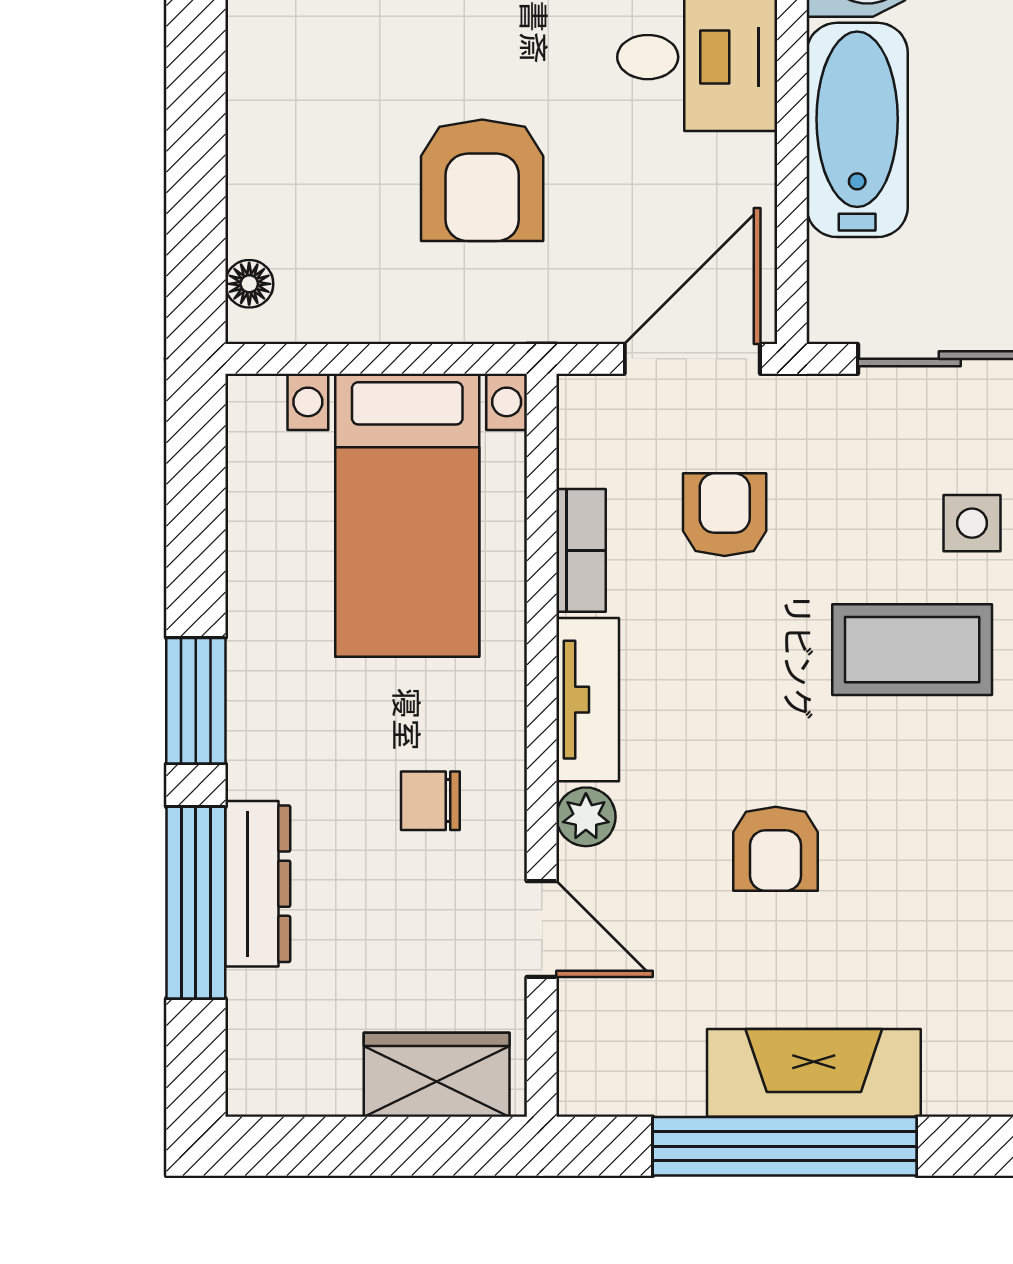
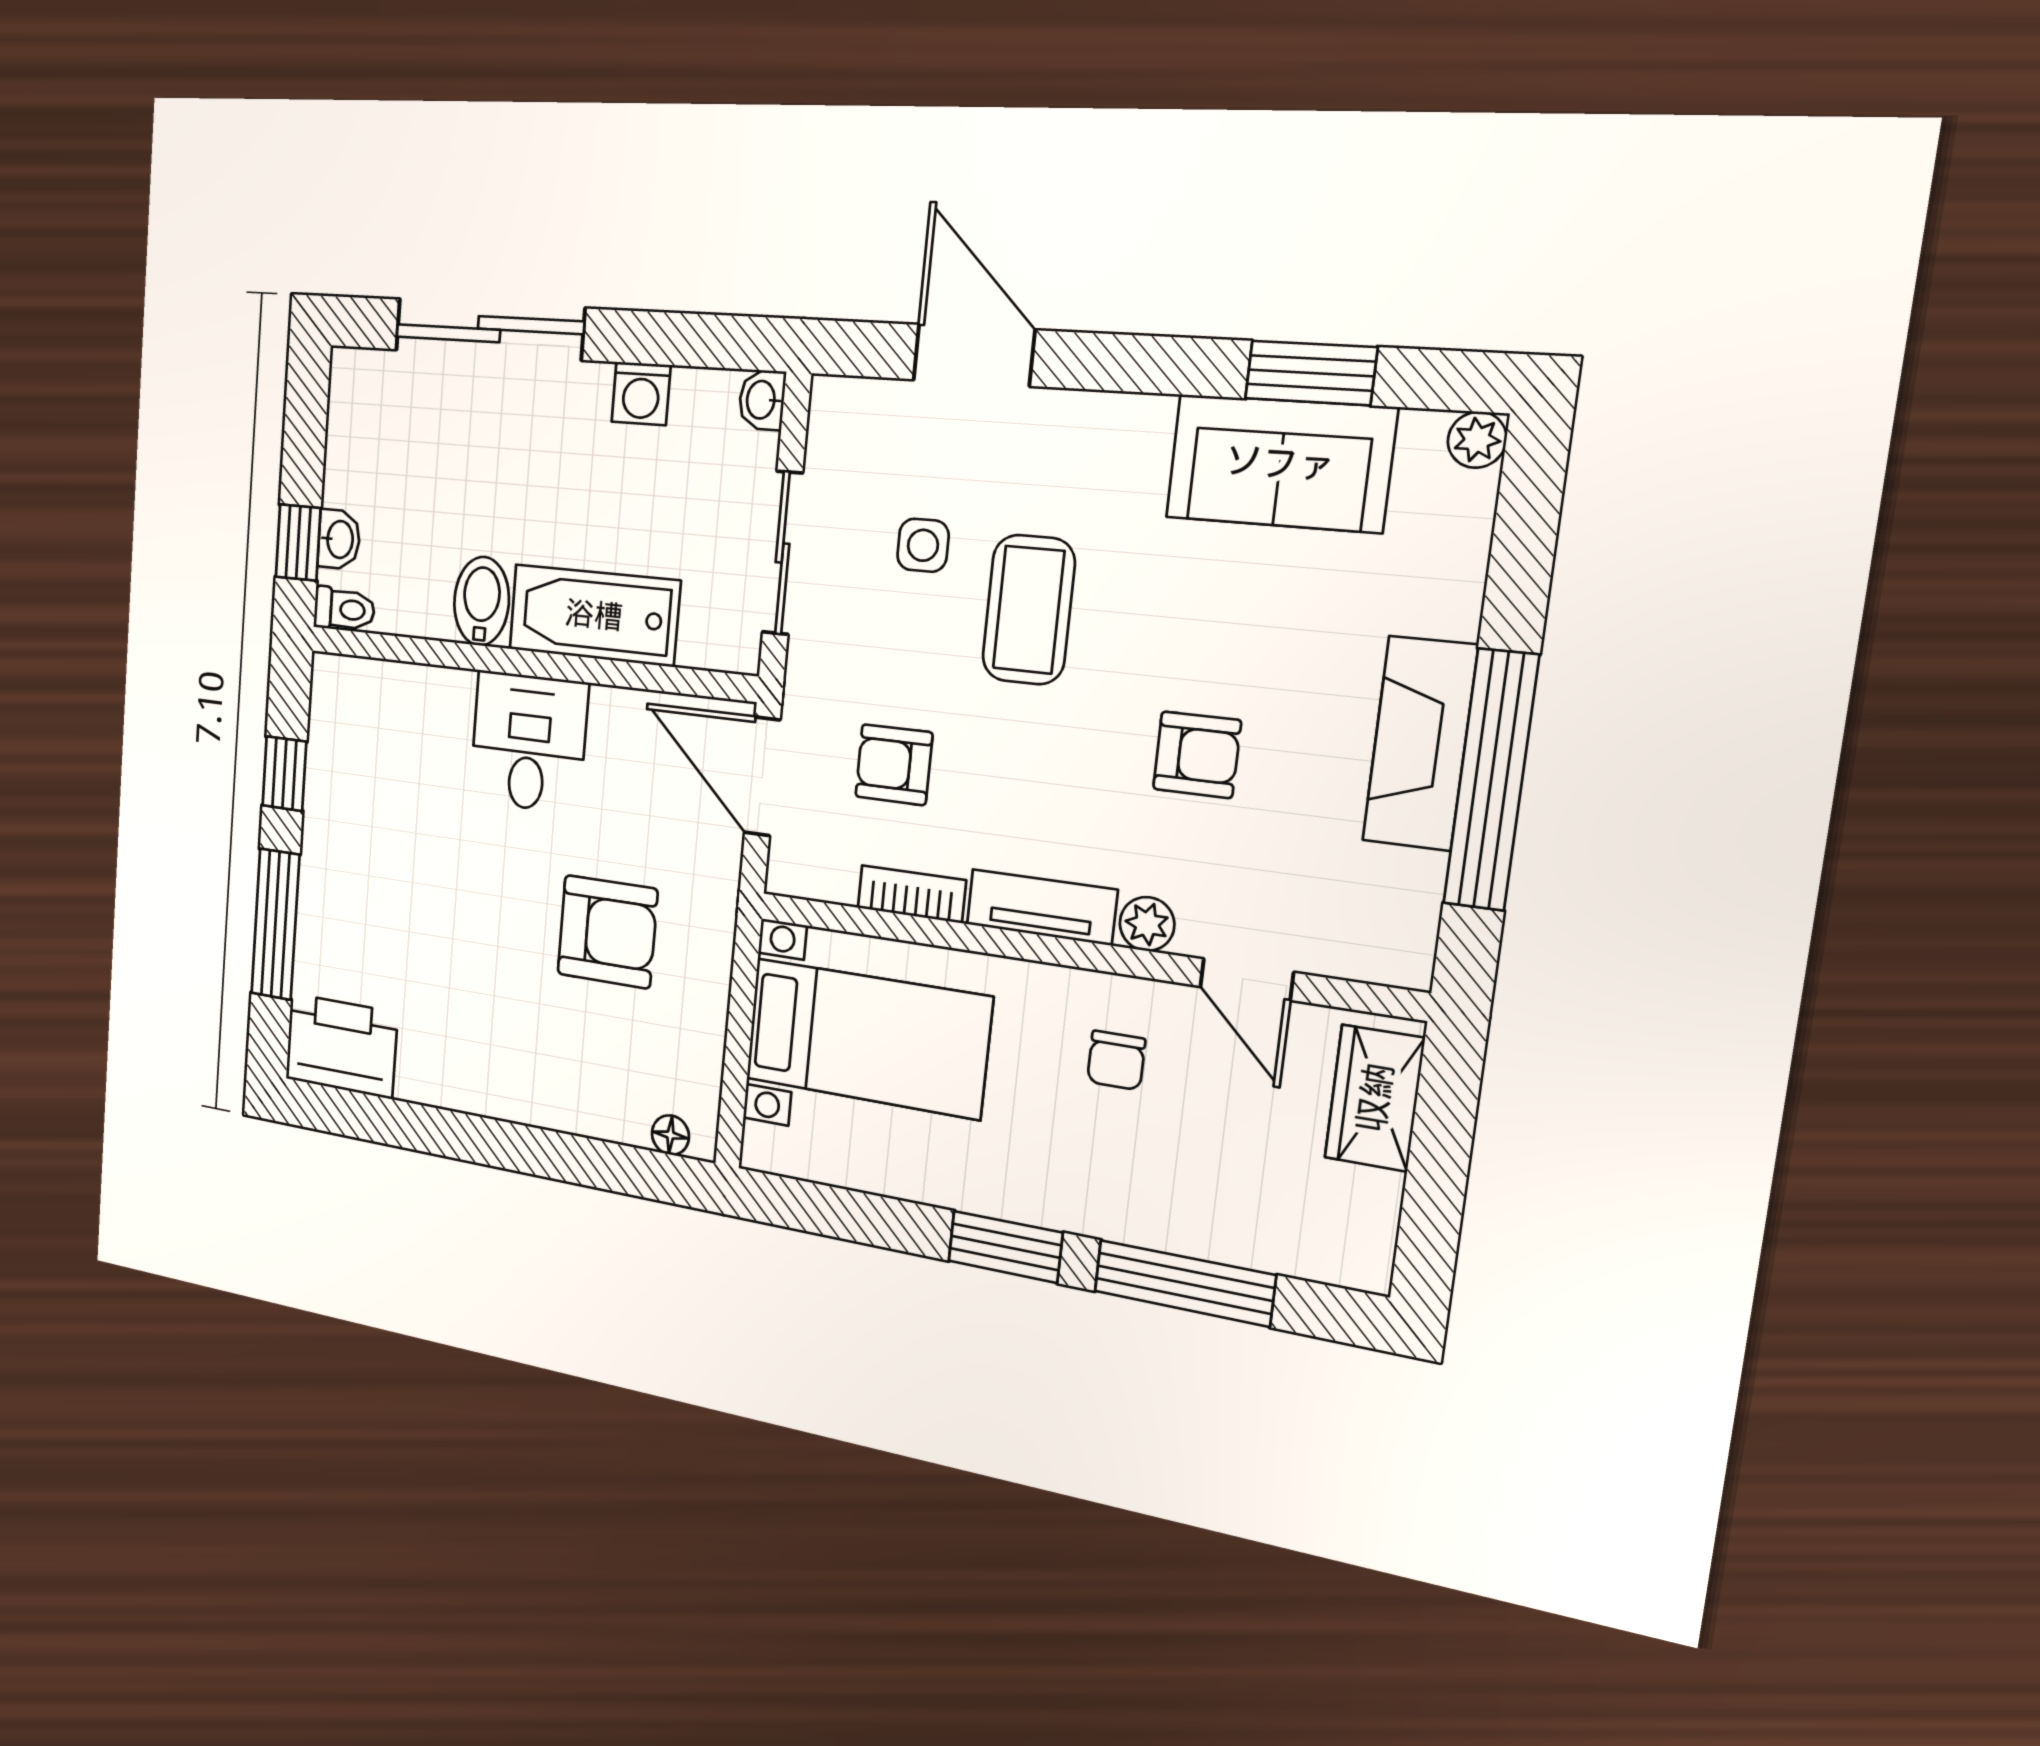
dresser: (258, 884) -> (1174, 1226), removed
door: (542, 929) -> (1247, 980), swing flipped

